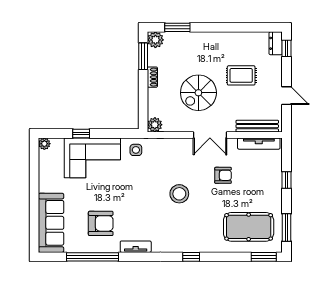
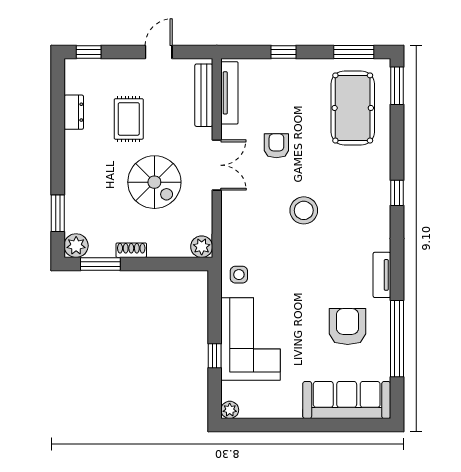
dresser: (276, 43) -> (74, 112), moved, turned -90

